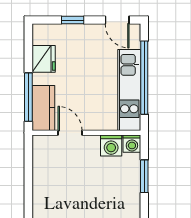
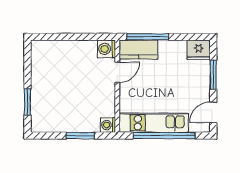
window: (73, 20) -> (213, 75), width x1.50
fridge: (44, 59) -> (199, 50), moved
washing machine: (111, 146) -> (106, 49), moved

